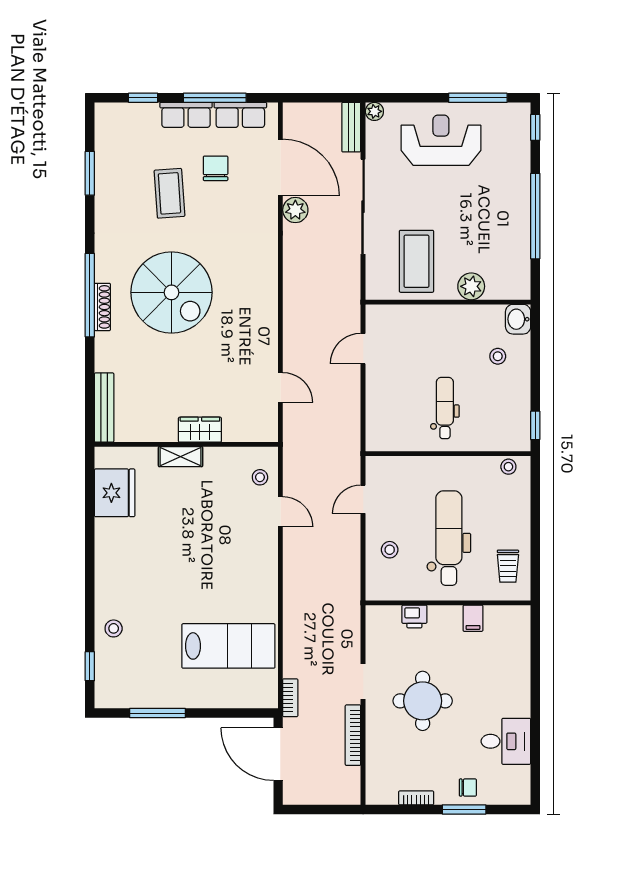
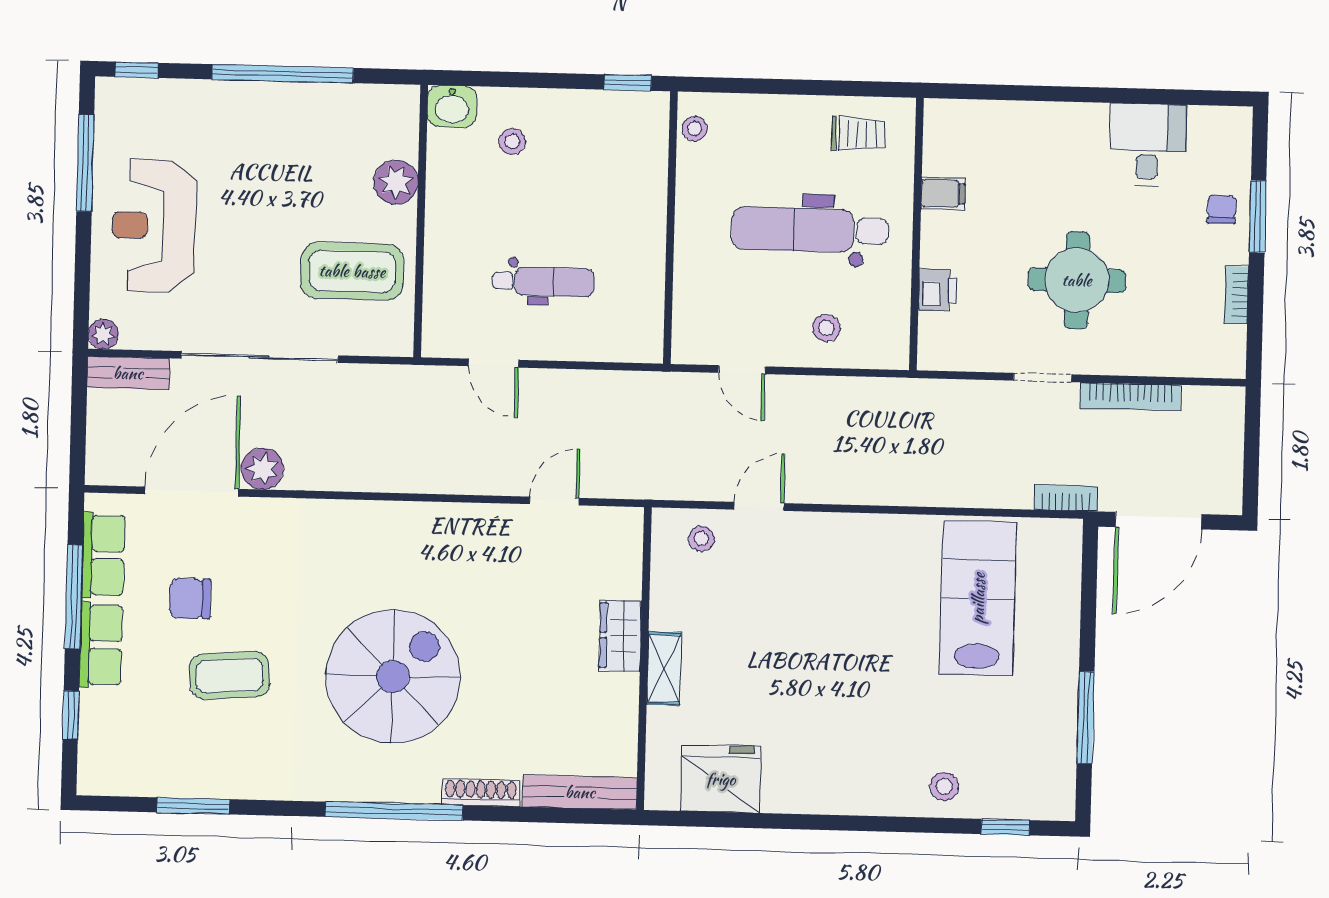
shoe rack: (102, 307) -> (481, 793), moved
dental chair: (445, 408) -> (543, 282), moved, turned 180

